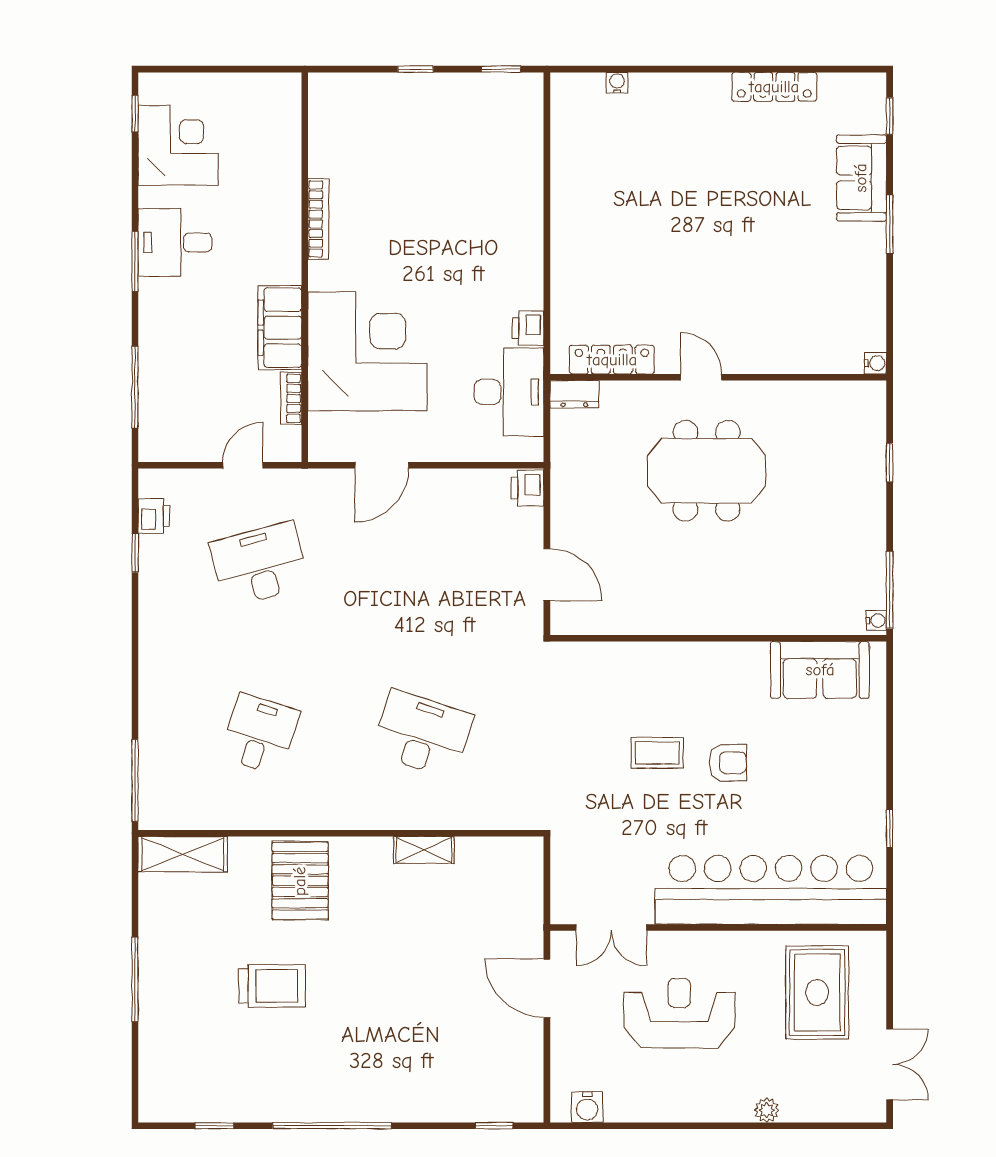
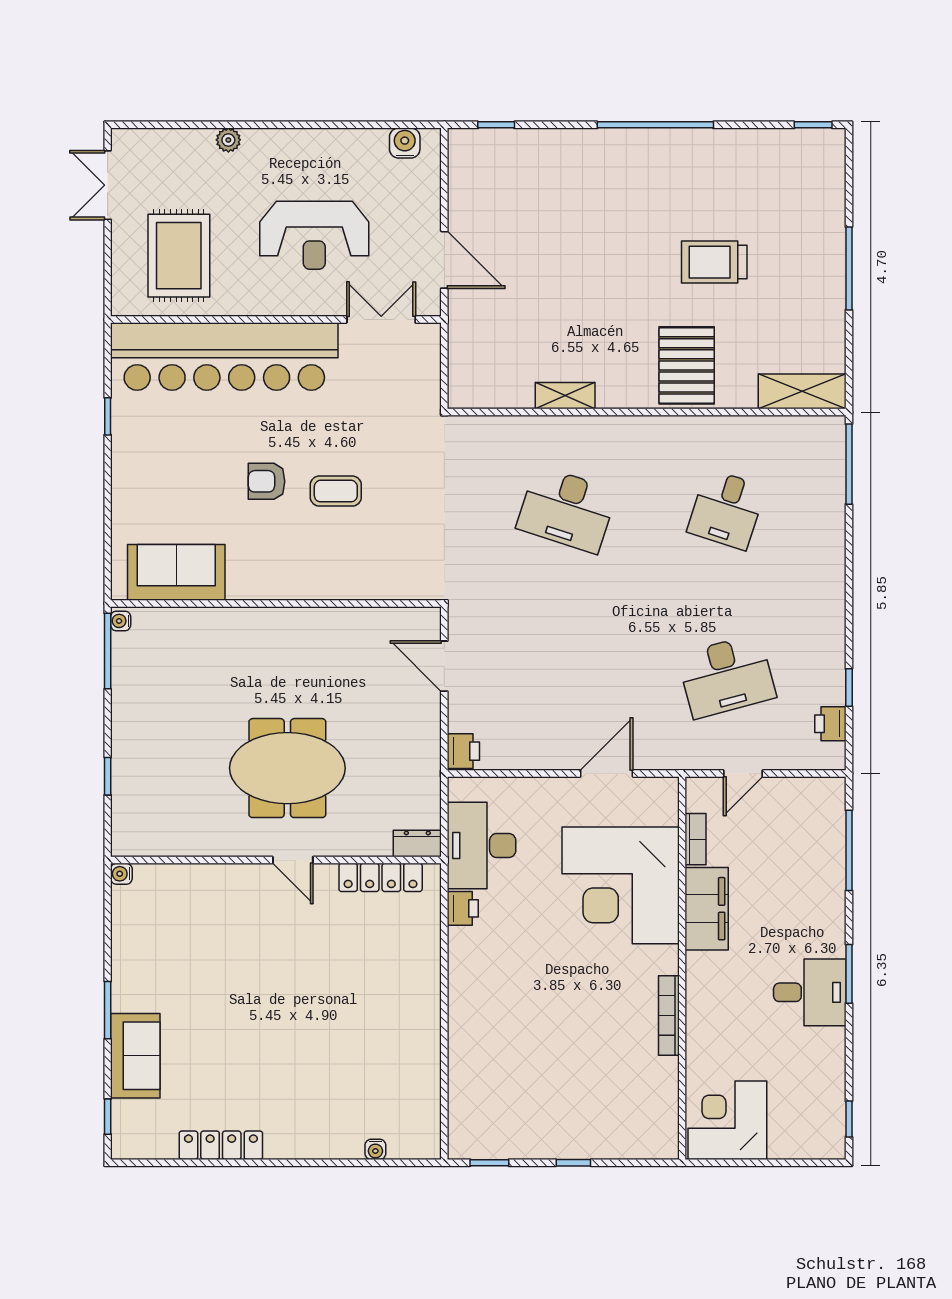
corner desk: (178, 145) -> (727, 1120), moved, turned 90
window: (214, 1126) -> (813, 125), moved

